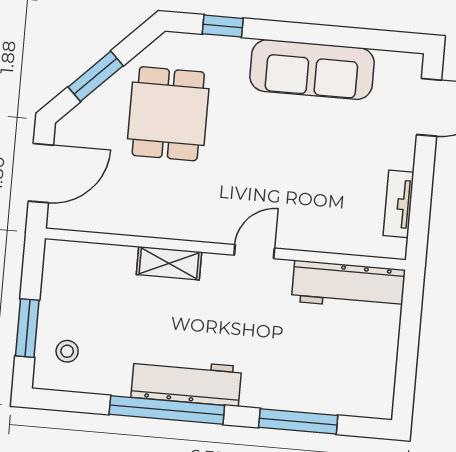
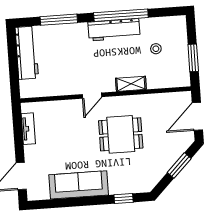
dining table: (168, 114) -> (121, 134), moved, turned 90
workbench: (348, 286) -> (27, 53), moved, turned 90
window: (27, 328) -> (193, 58), moved
stool: (67, 351) -> (156, 49), moved

